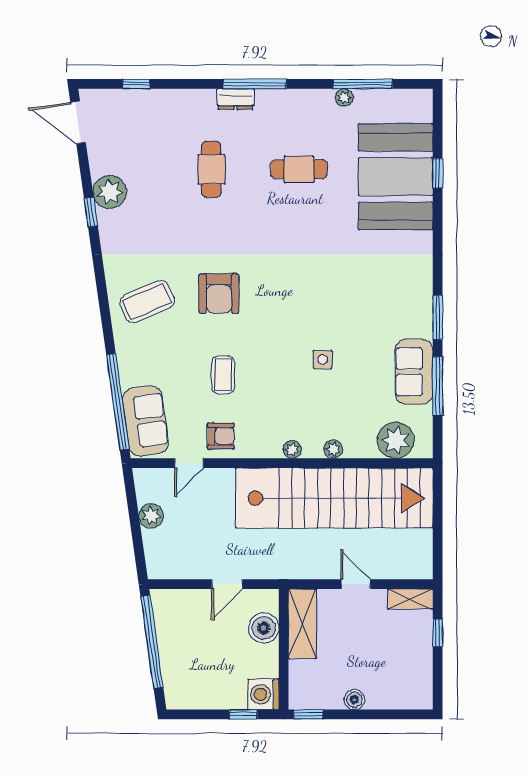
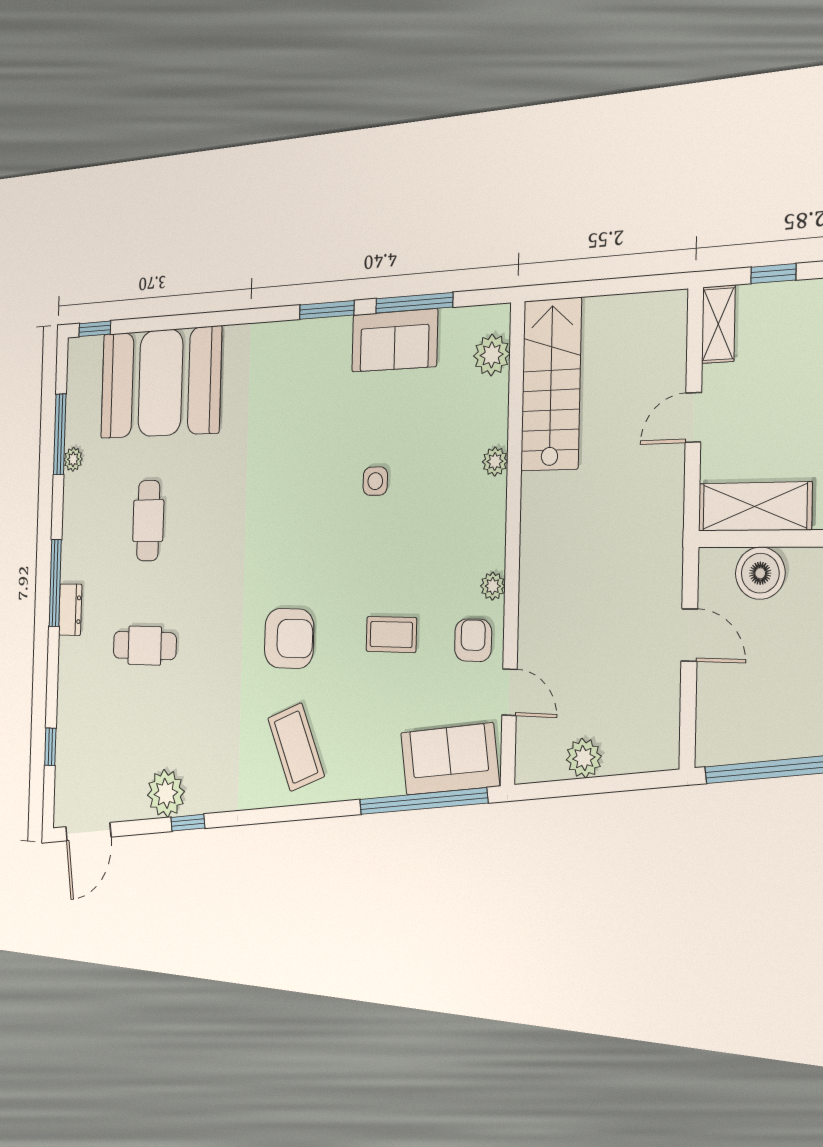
window: (438, 173) -> (95, 329), moved
plant: (396, 440) -> (492, 355), width x0.73, depth x0.73
plant: (292, 449) -> (493, 586), moved
stairs: (334, 498) -> (551, 384), width x0.54, depth x0.66

